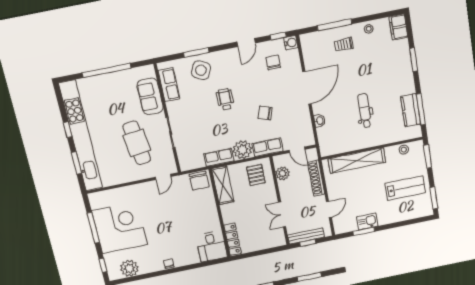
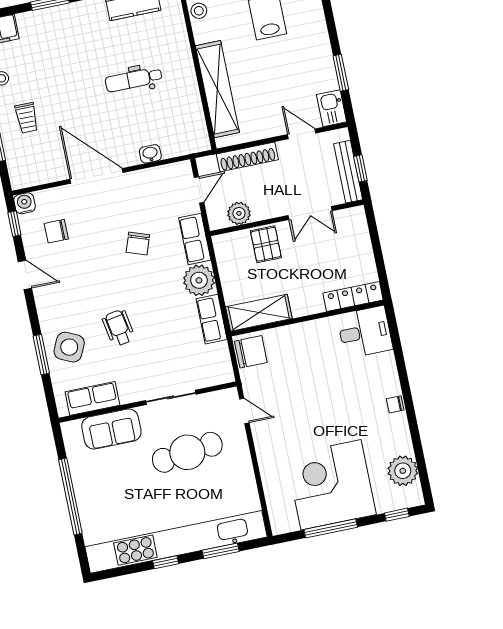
wheelchair: (225, 99) -> (119, 328), moved, turned 80
pallet: (256, 175) -> (266, 244), moved, turned 90
kitchen sink: (367, 221) -> (332, 108), moved

